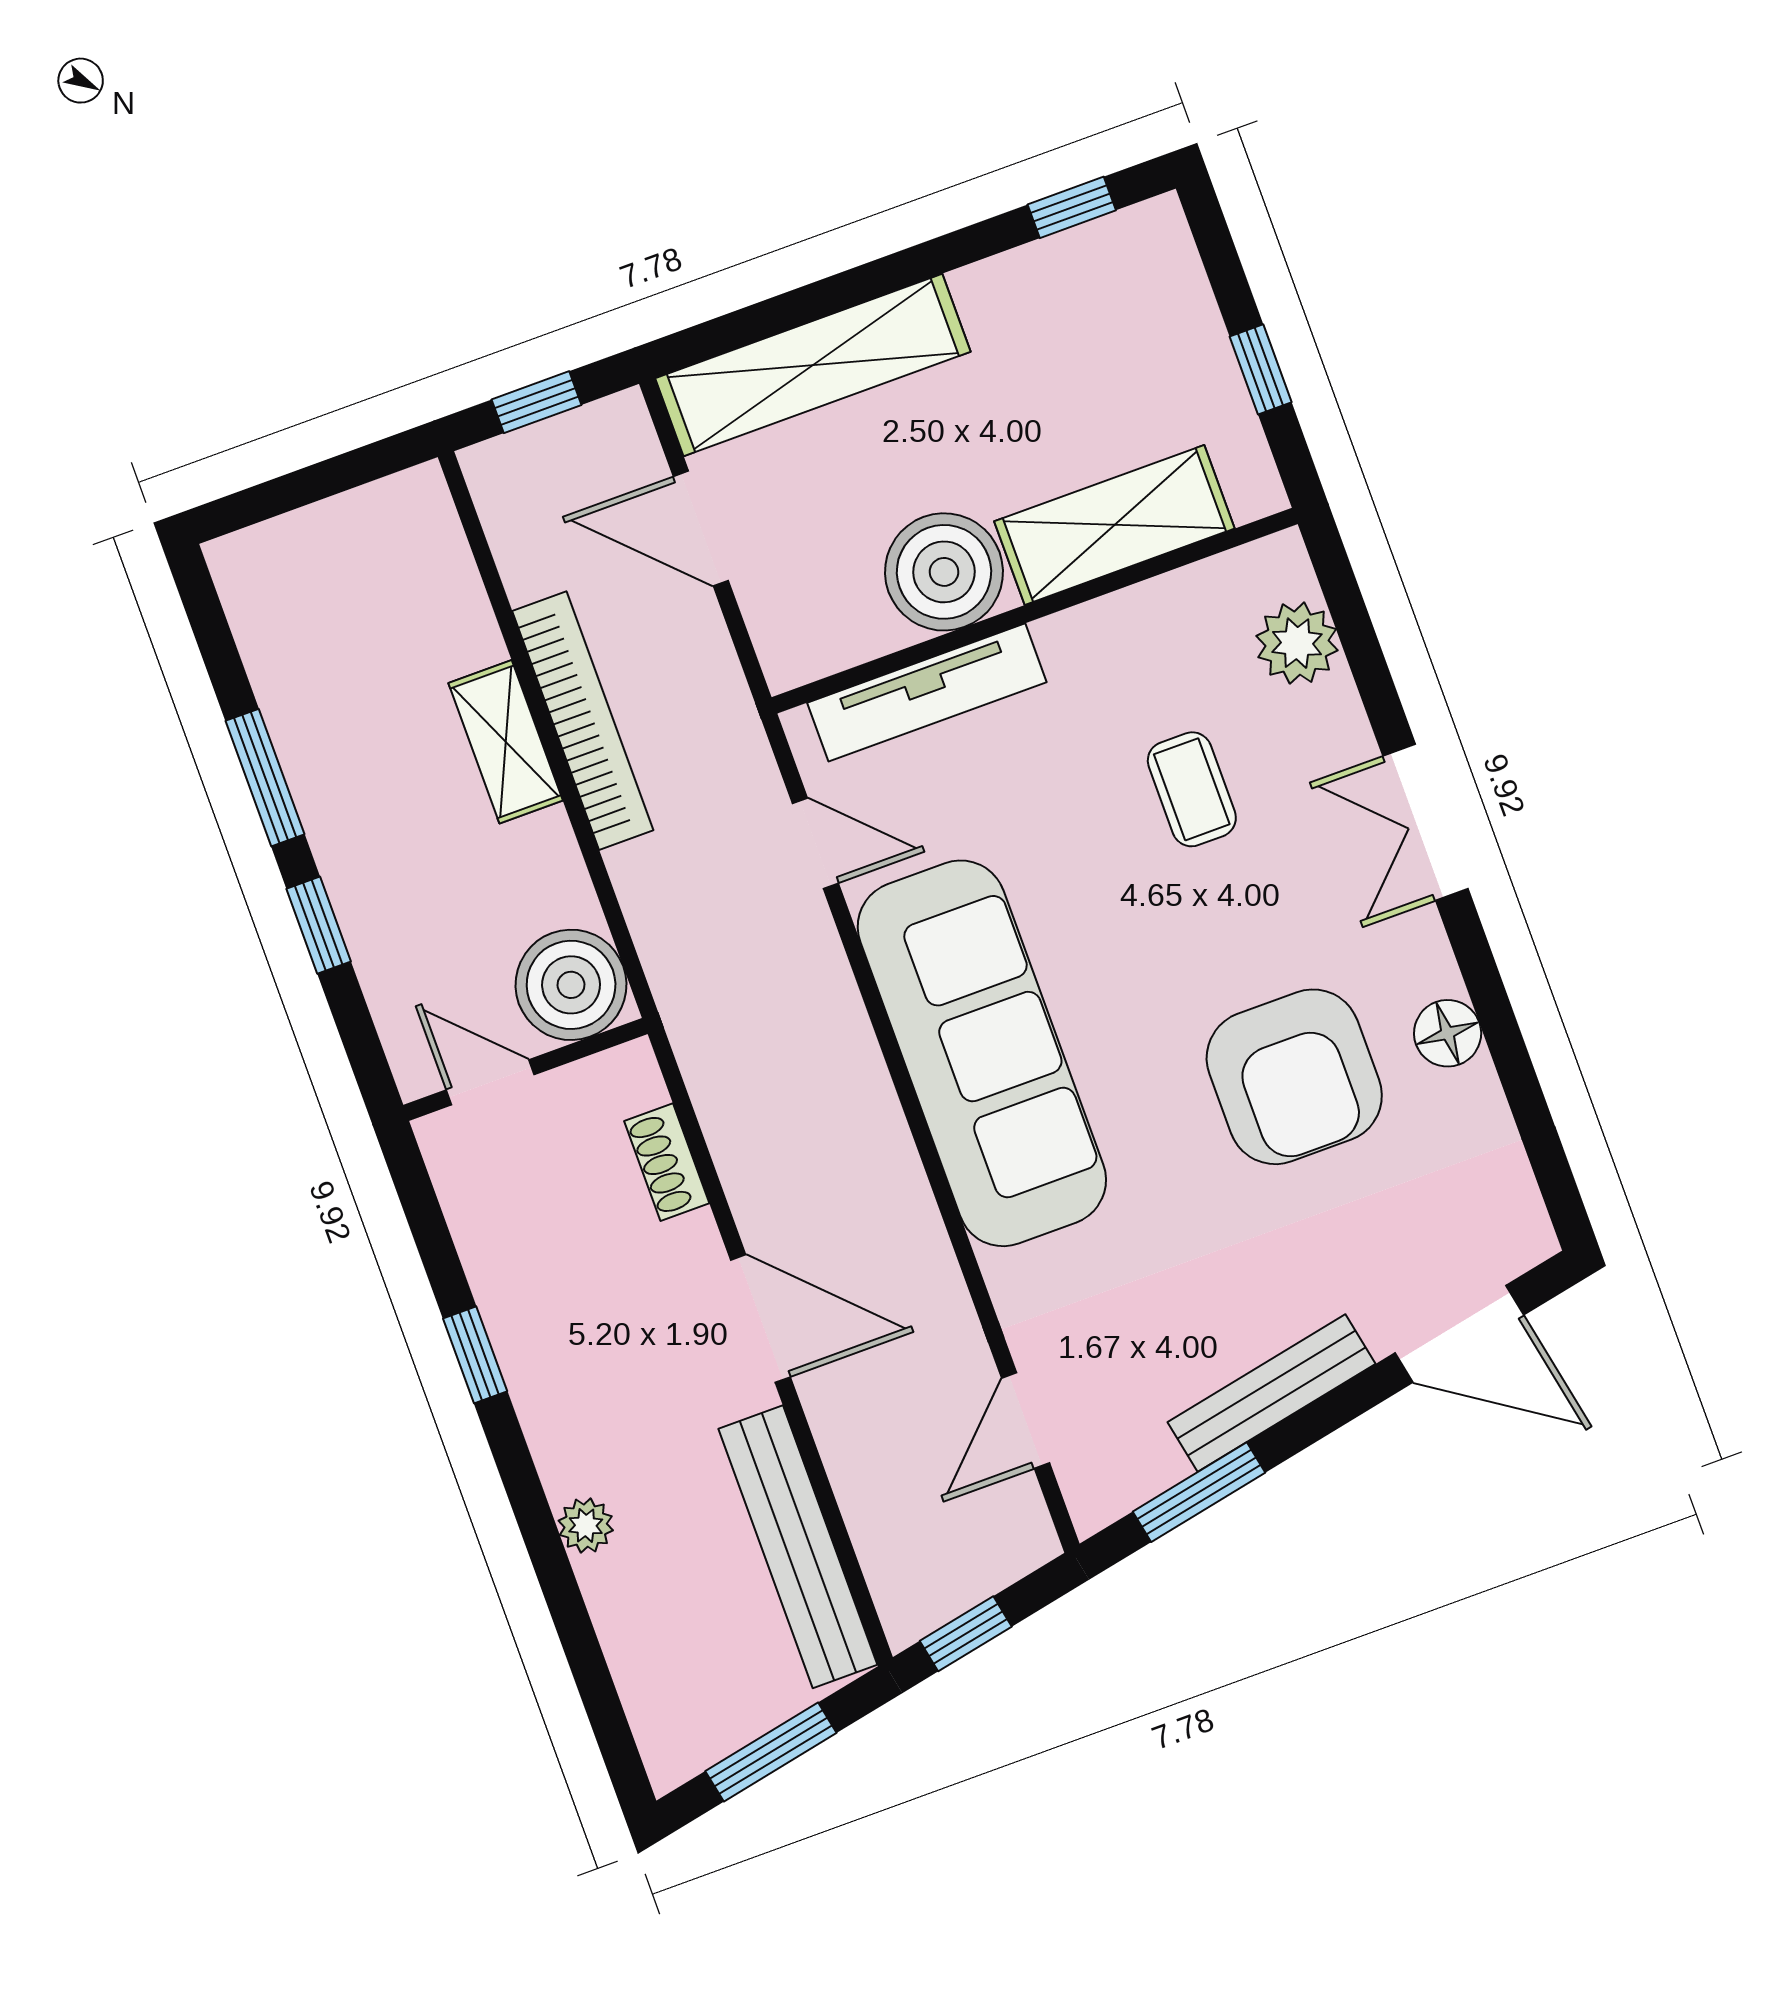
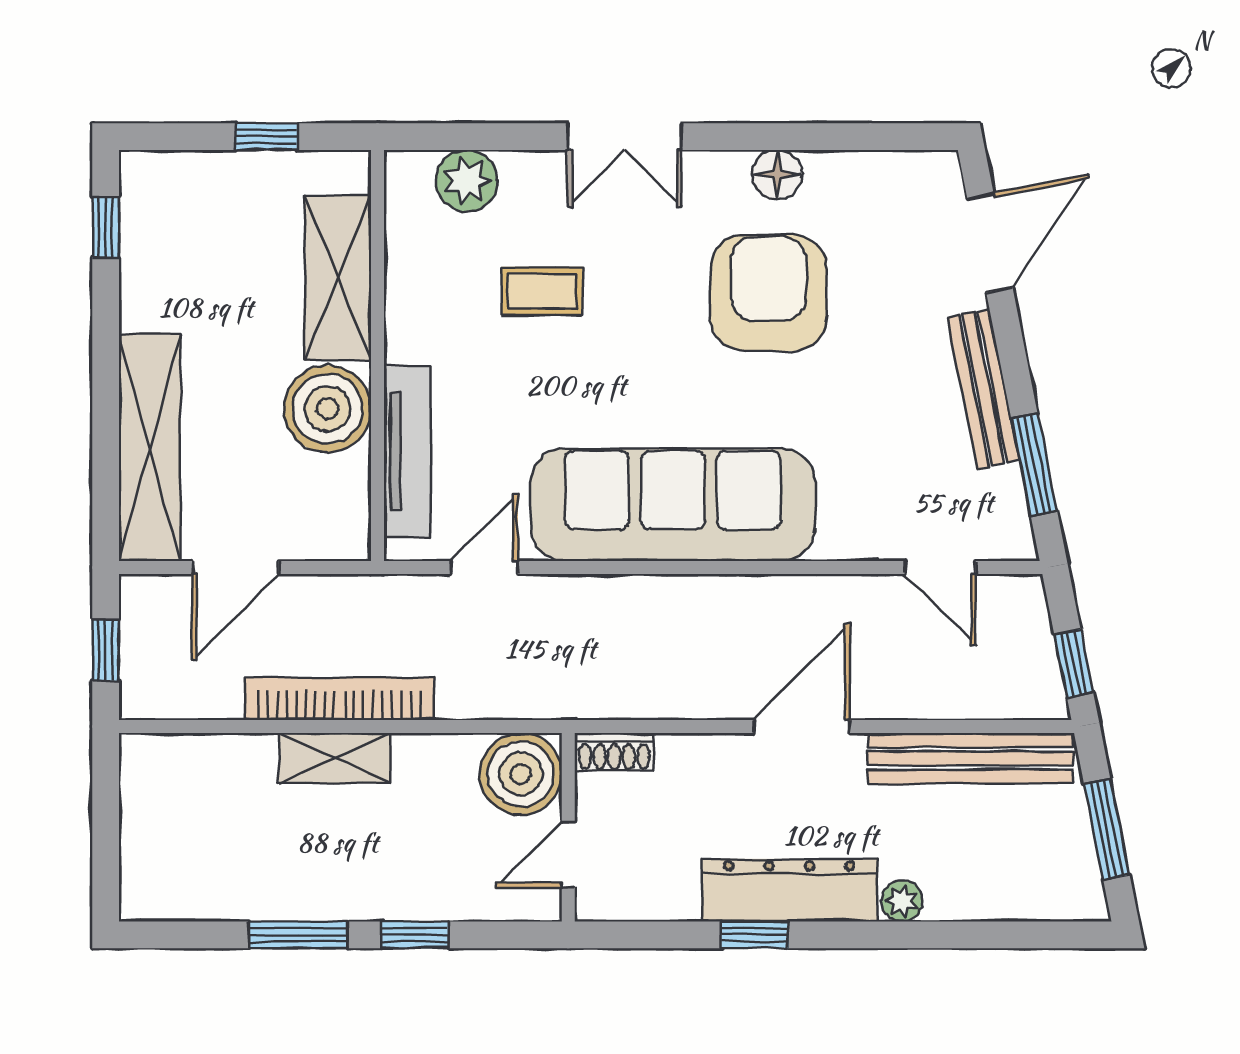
armchair: (1294, 1077) -> (769, 293), turned -90
shoe rack: (667, 1162) -> (614, 752), moved
dresser: (547, 1378) -> (789, 890), added

